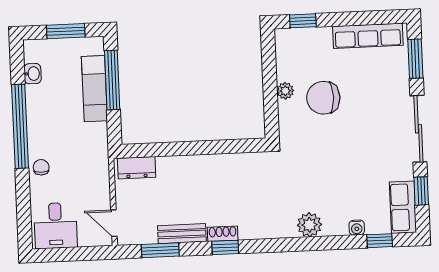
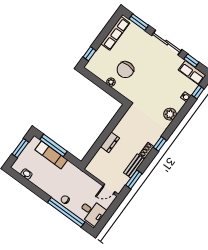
window: (20, 126) -> (66, 212), moved
dresser: (137, 168) -> (110, 142), moved
window: (225, 247) -> (160, 144), moved

